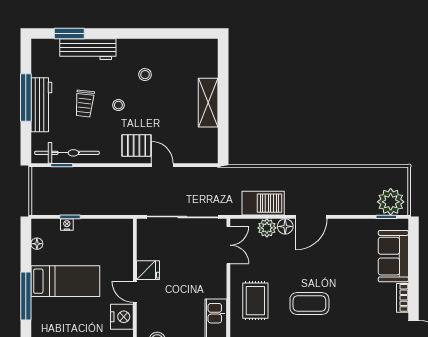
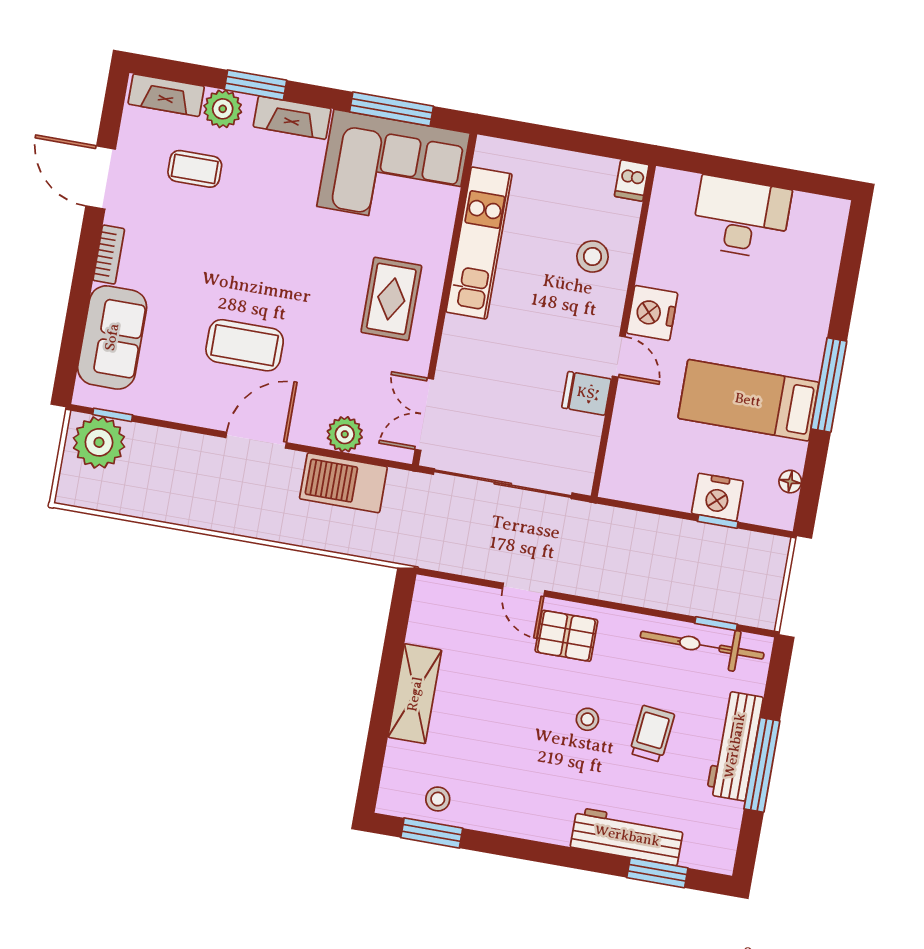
window: (187, 34) -> (432, 833), added
stool: (145, 75) -> (438, 799), moved
nightstand: (67, 225) -> (717, 497), width x1.89, depth x1.79
floor lamp: (285, 226) -> (309, 431), removed
coffee table: (309, 303) -> (245, 345), moved

